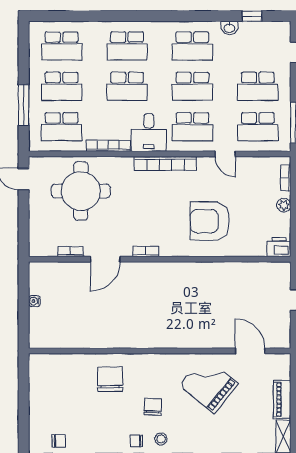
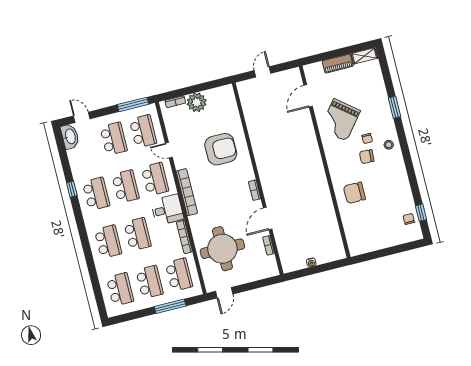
window: (252, 16) -> (72, 189), moved
washbasin: (229, 28) -> (70, 136), moved, width x1.91, depth x1.45
door: (225, 154) -> (169, 150), swing flipped
plant: (284, 205) -> (197, 102), width x1.88, depth x1.88
armchair: (210, 221) -> (221, 149), turned -90
printer: (279, 247) -> (227, 94), removed
door: (105, 259) -> (268, 218), swing flipped
chair: (136, 441) -> (367, 138), moved

